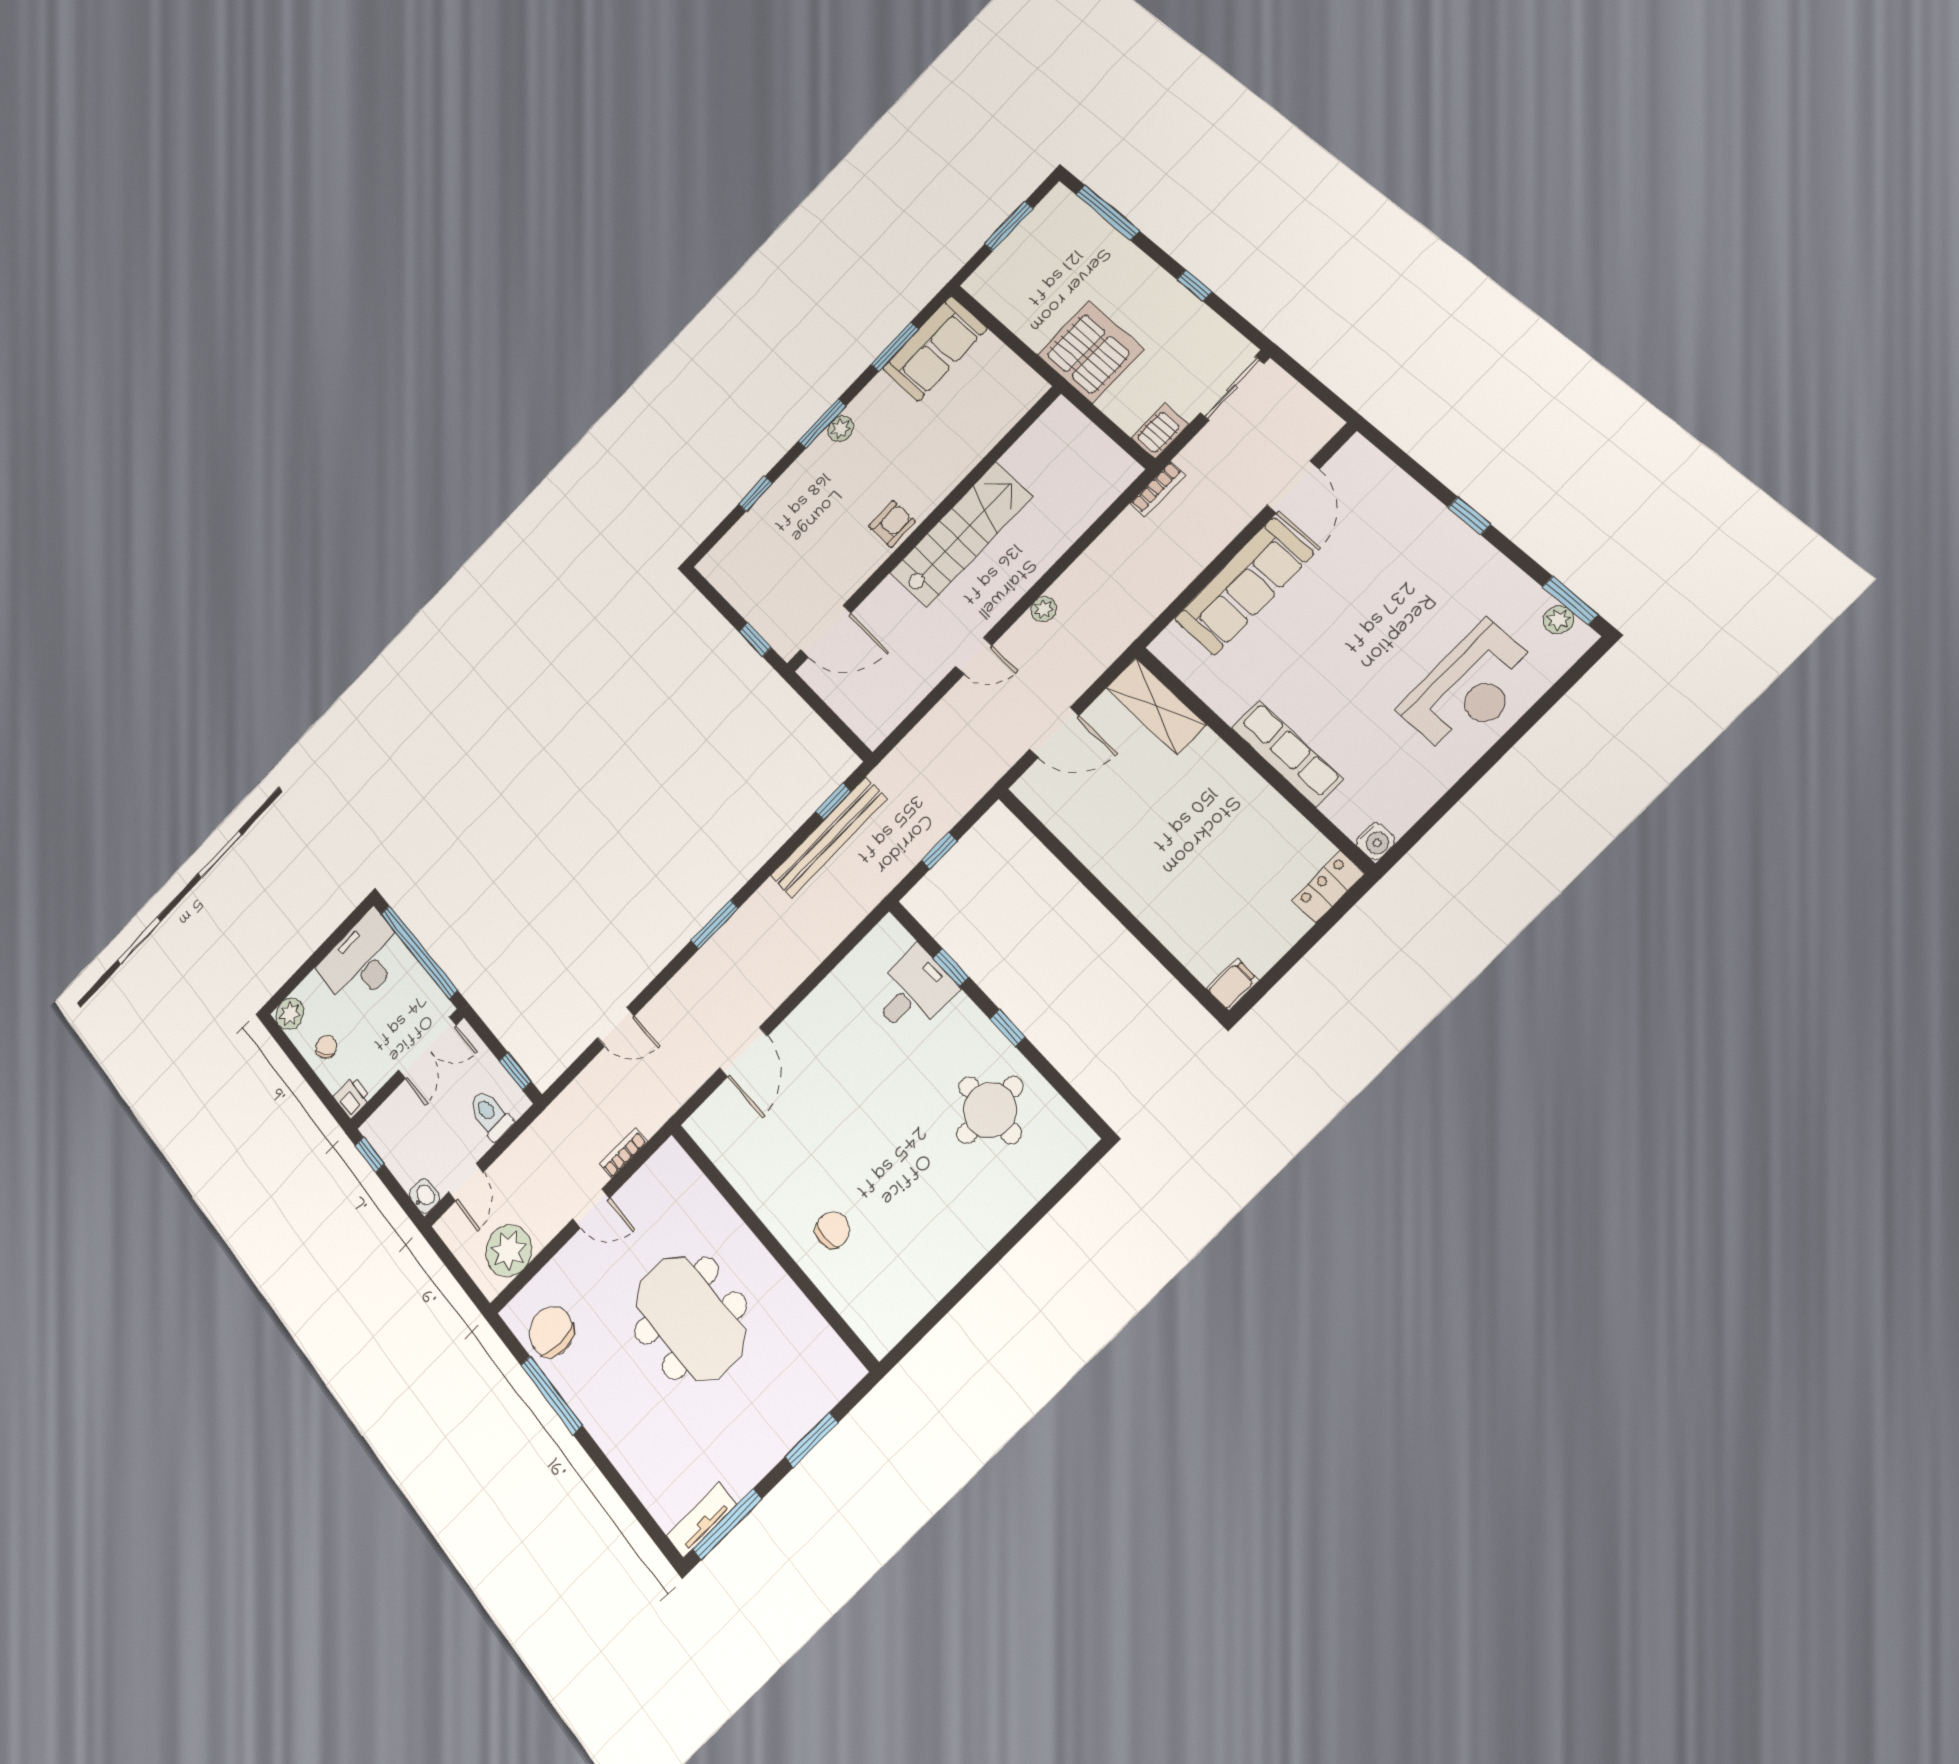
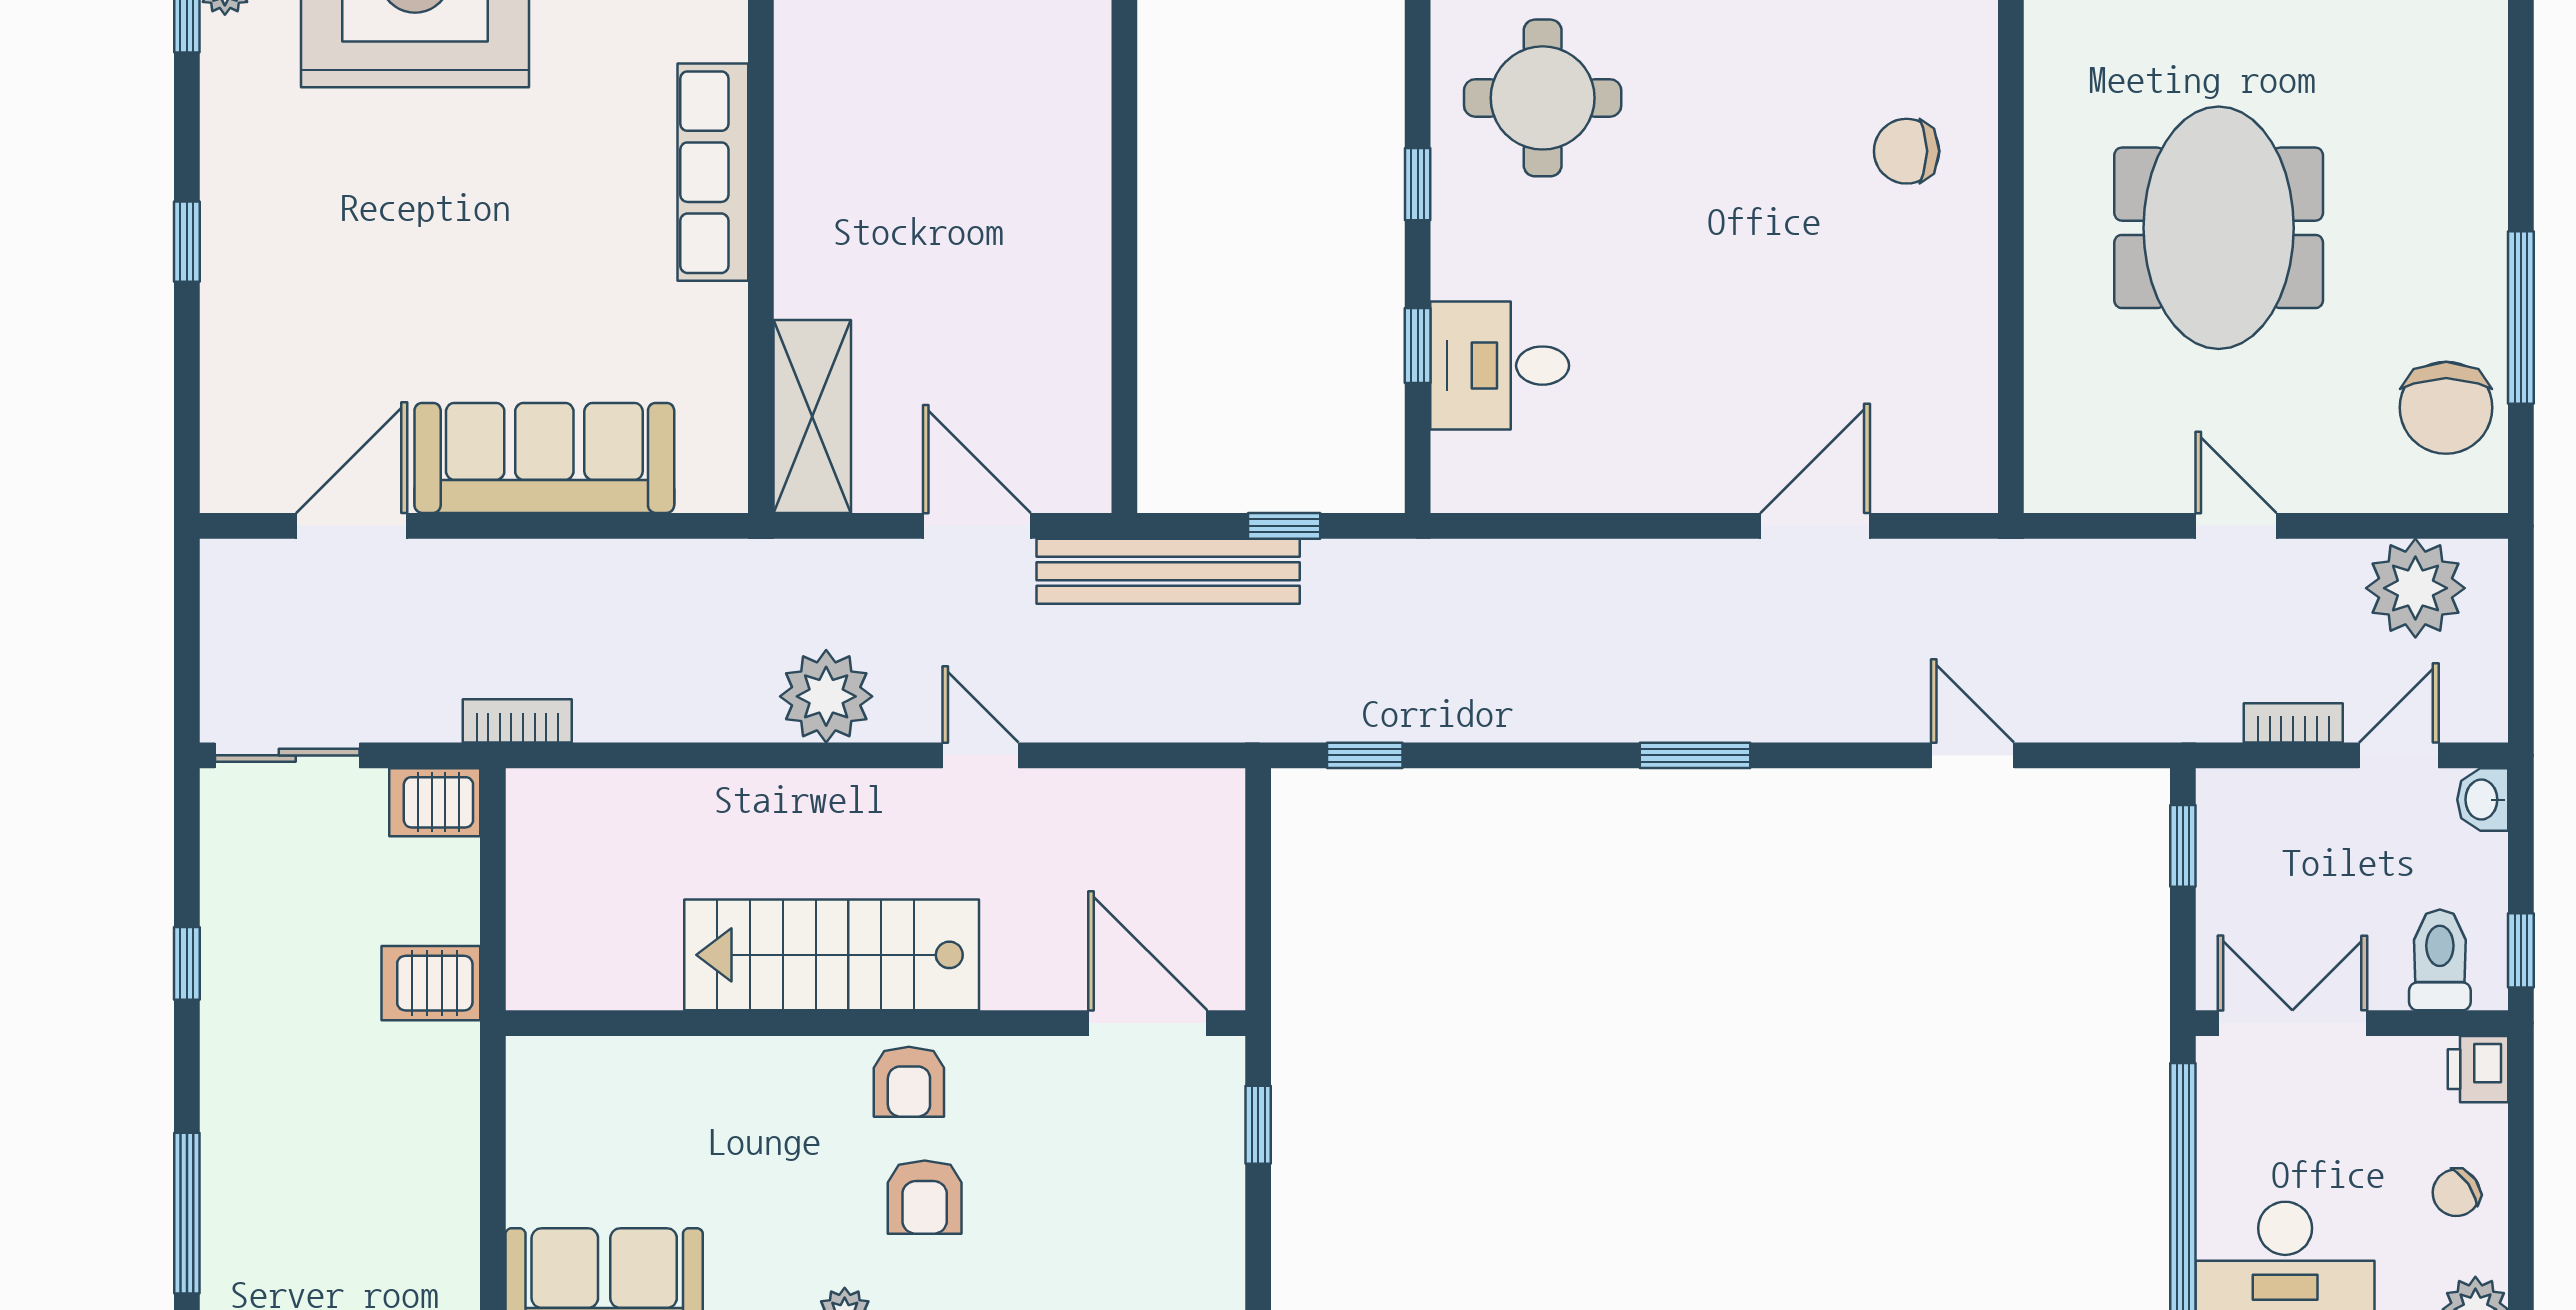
server rack: (1090, 352) -> (431, 983), width x0.46, depth x0.70
armchair: (850, 494) -> (925, 1197), added
armchair: (892, 524) -> (909, 1082), turned -90
plant: (1044, 609) -> (826, 696), width x1.87, depth x1.87
bench: (829, 837) -> (1168, 571), moved
toilet: (490, 1115) -> (2440, 960), moved, turned 180
bookcase: (623, 1153) -> (2293, 723), moved, turned 180

